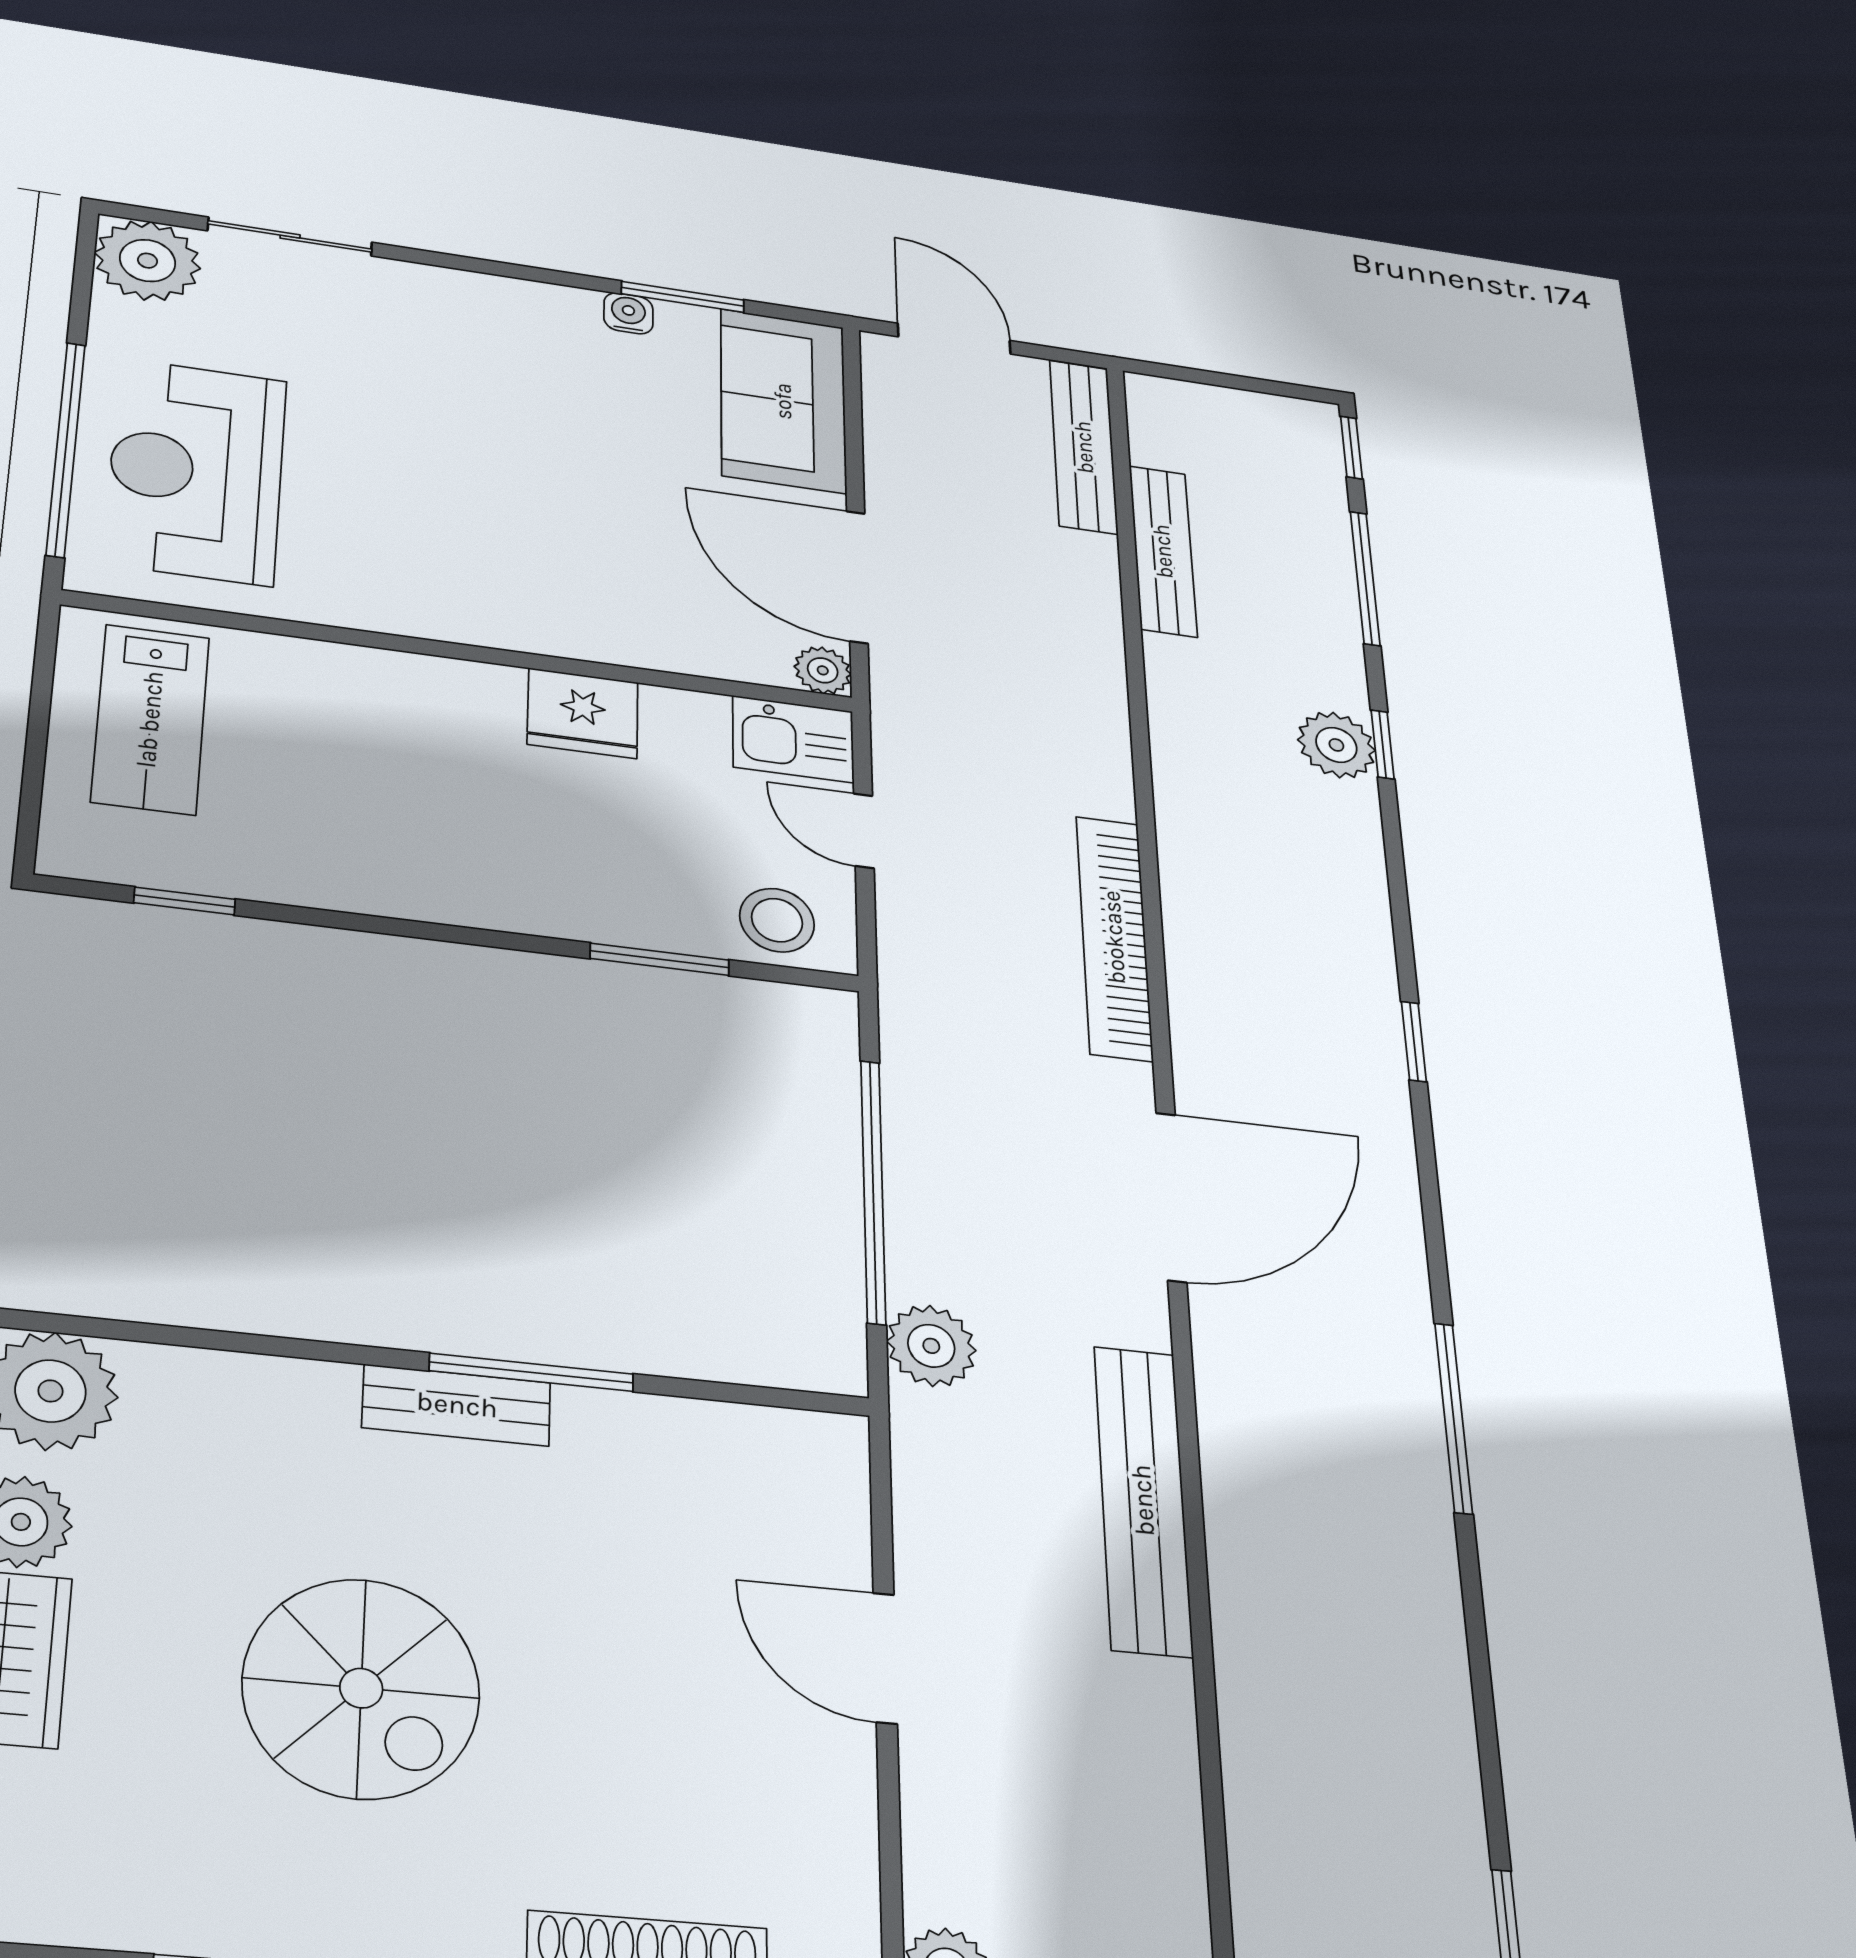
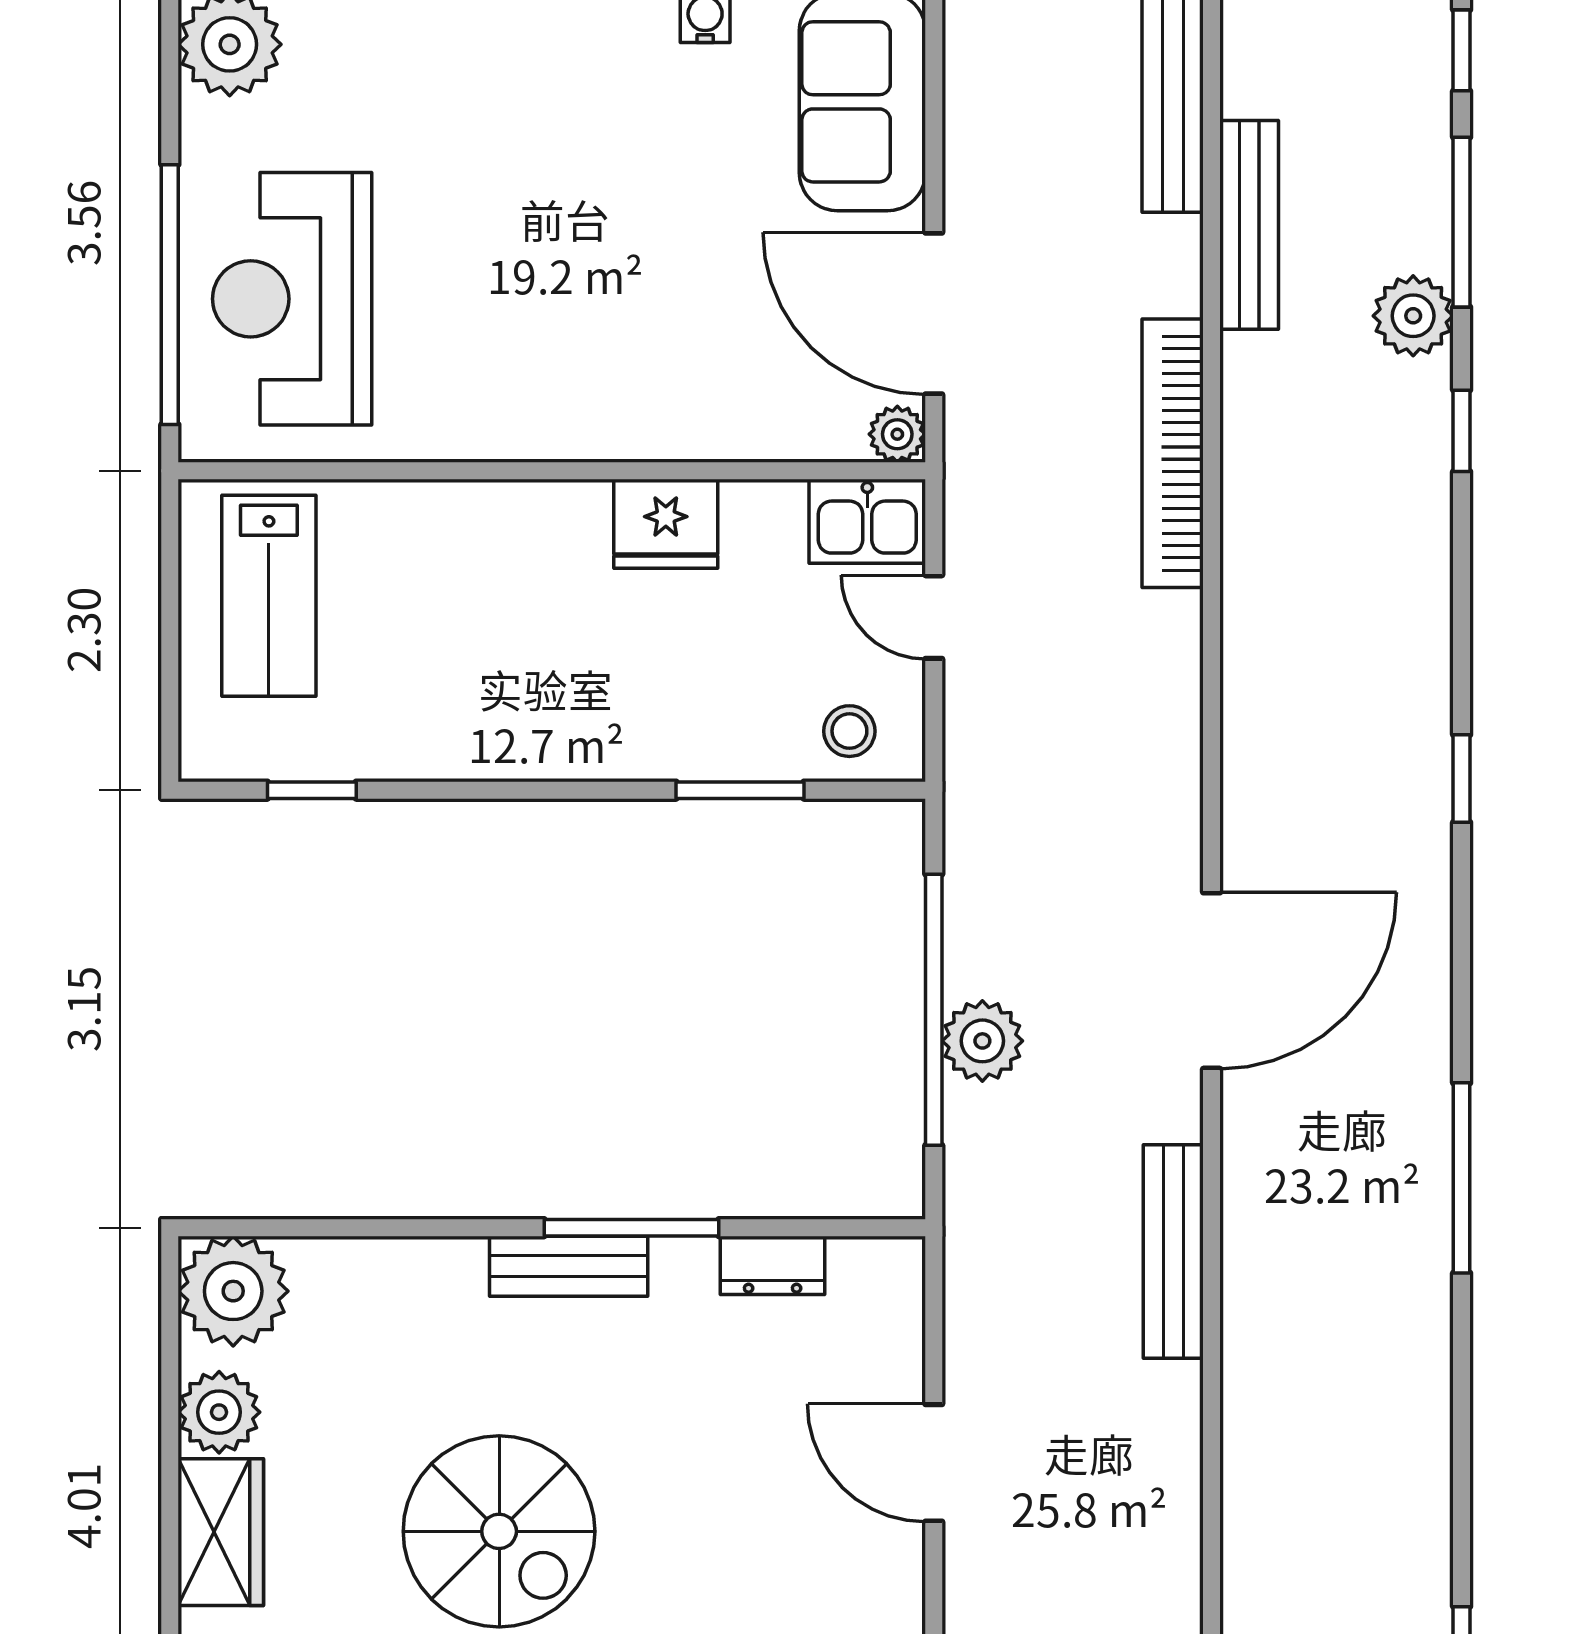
plant: (1336, 745) -> (1413, 316), moved
stool: (777, 920) -> (849, 731), width x0.73, depth x0.73
bookcase: (1114, 937) -> (1173, 453), moved
plant: (931, 1346) -> (982, 1041), moved
dresser: (695, 1428) -> (773, 1265), added
bench: (1143, 1500) -> (1173, 1252), width x0.73, depth x0.82

